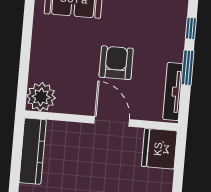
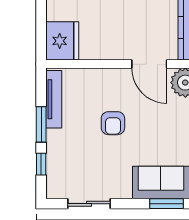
armchair: (116, 63) -> (113, 123), width x0.72, depth x0.72
door: (112, 121) -> (149, 64), moved

